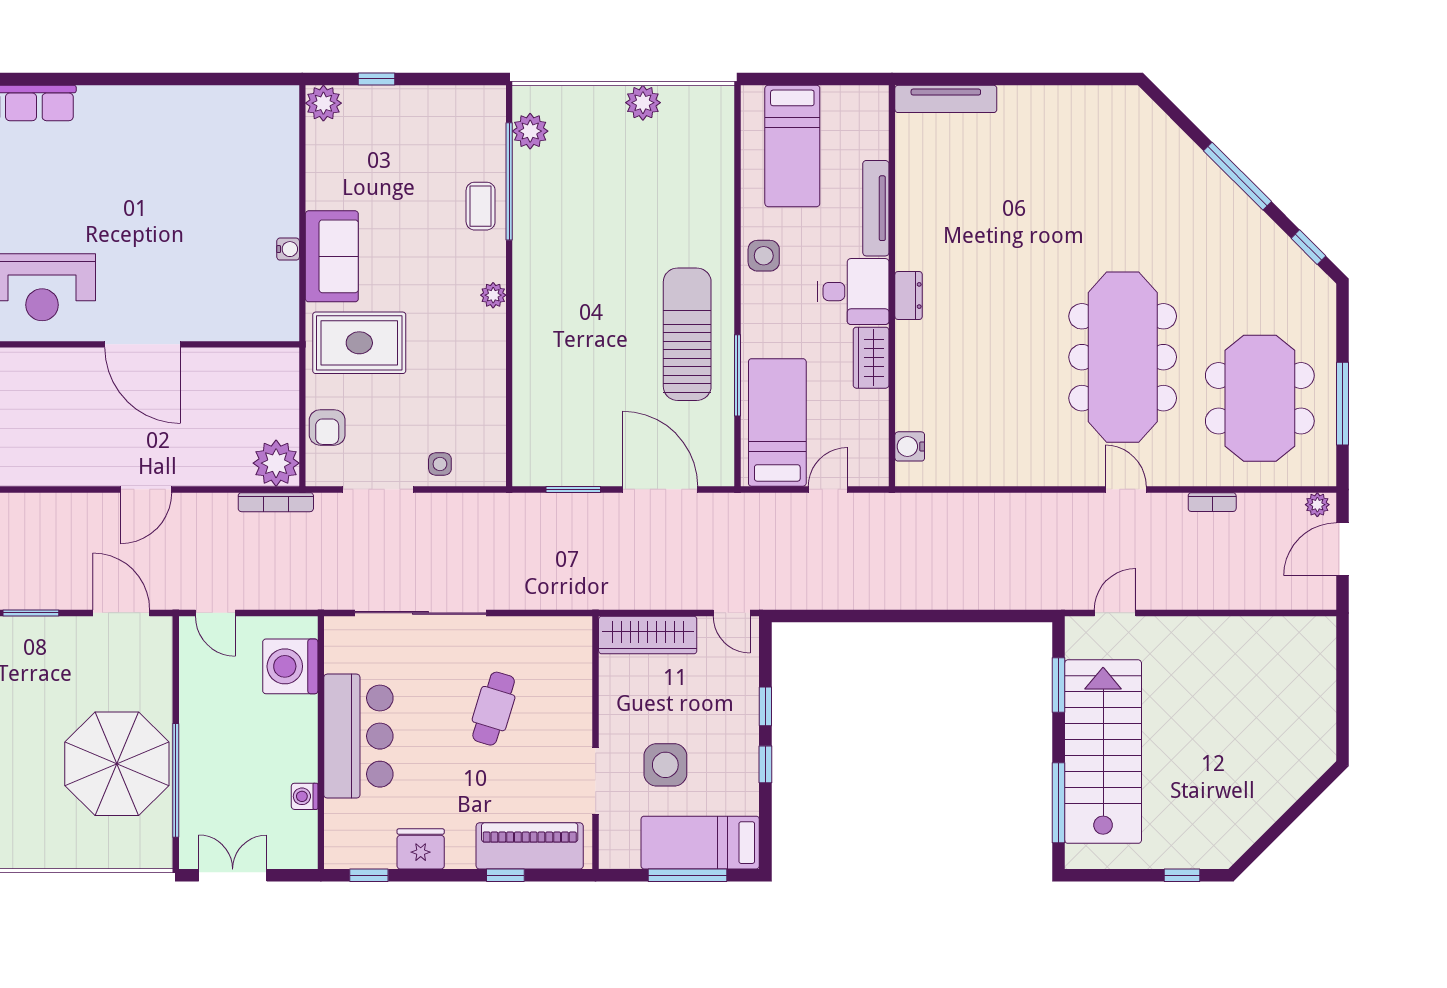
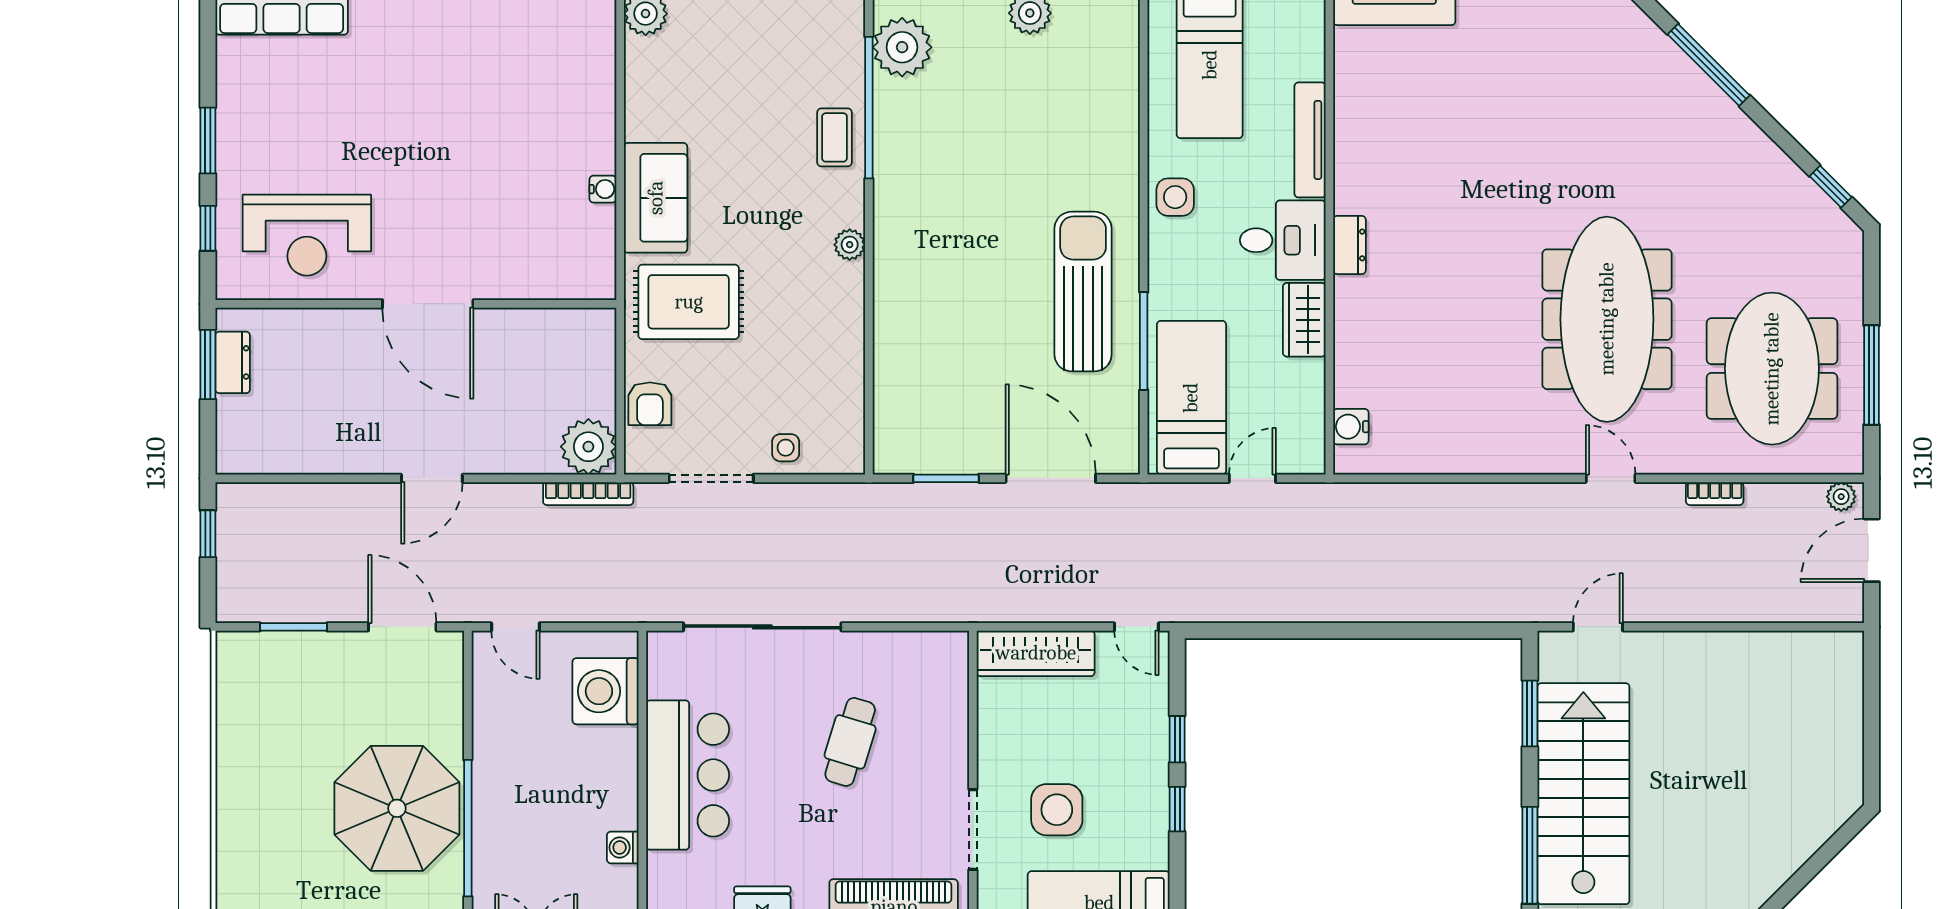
plant: (530, 131) -> (902, 47), width x1.36, depth x1.36
window: (1238, 176) -> (1709, 65), moved

